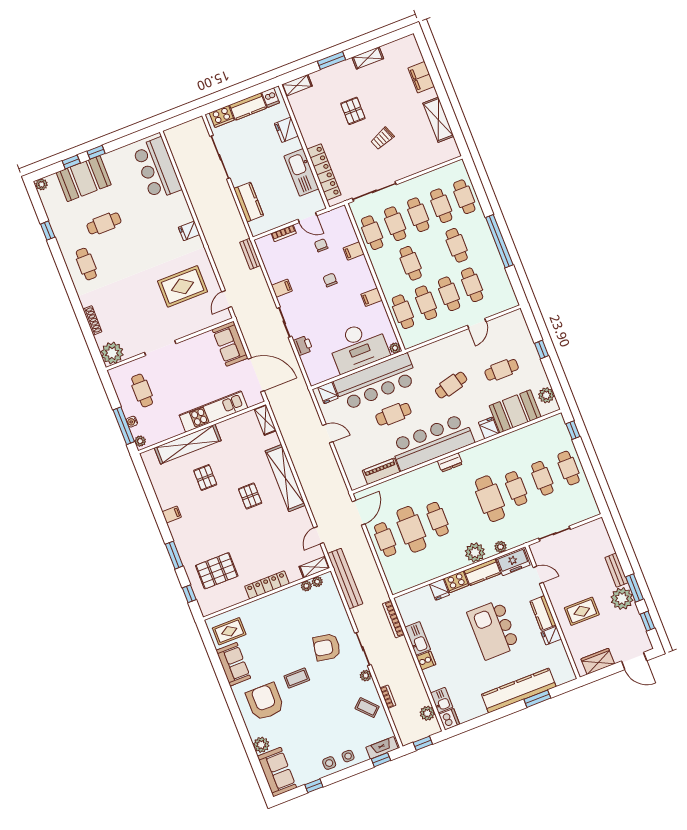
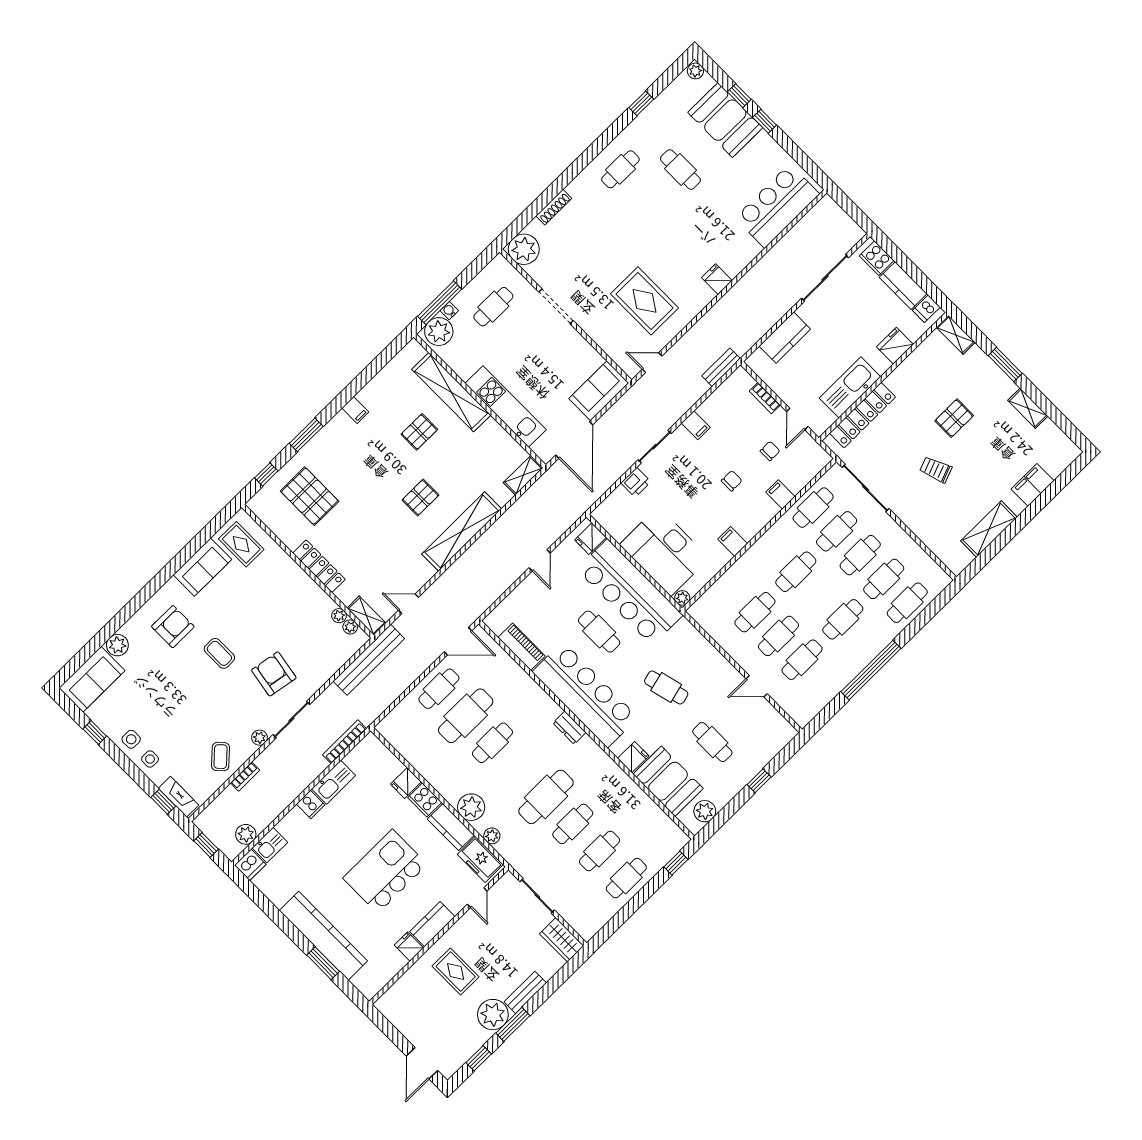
cafe table: (403, 312) -> (731, 588), removed
plant: (140, 441) -> (439, 332), width x1.88, depth x1.88
wardrobe: (598, 661) -> (562, 940), moved, turned 180
armchair: (265, 702) -> (173, 627), width x0.73, depth x0.73

